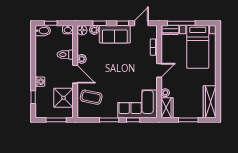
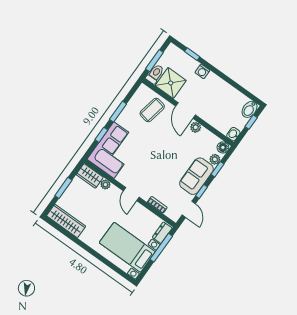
toilet: (65, 55) -> (155, 74), moved
door: (75, 74) -> (185, 111), hinge flipped

